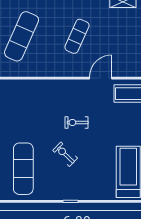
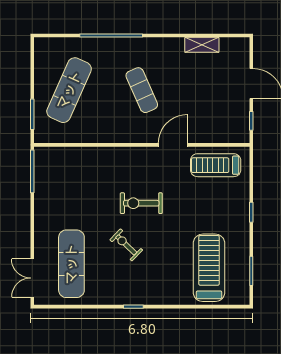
exercise mat: (77, 36) -> (142, 90), turned -48
exercise bike: (77, 123) -> (141, 203), width x1.38, depth x1.39

